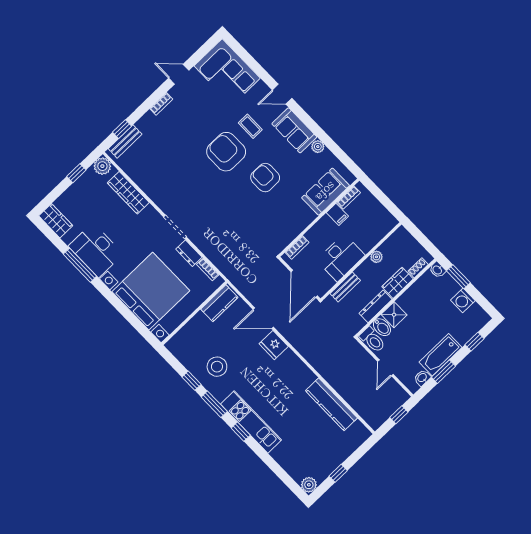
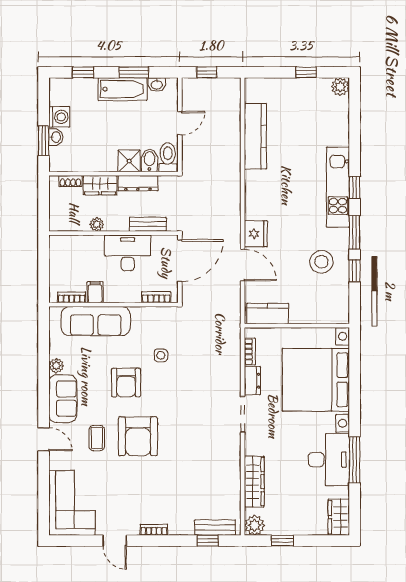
sofa: (326, 192) -> (96, 321), width x1.36
side table: (260, 215) -> (161, 355), added
washbasin: (437, 270) -> (56, 137), moved

